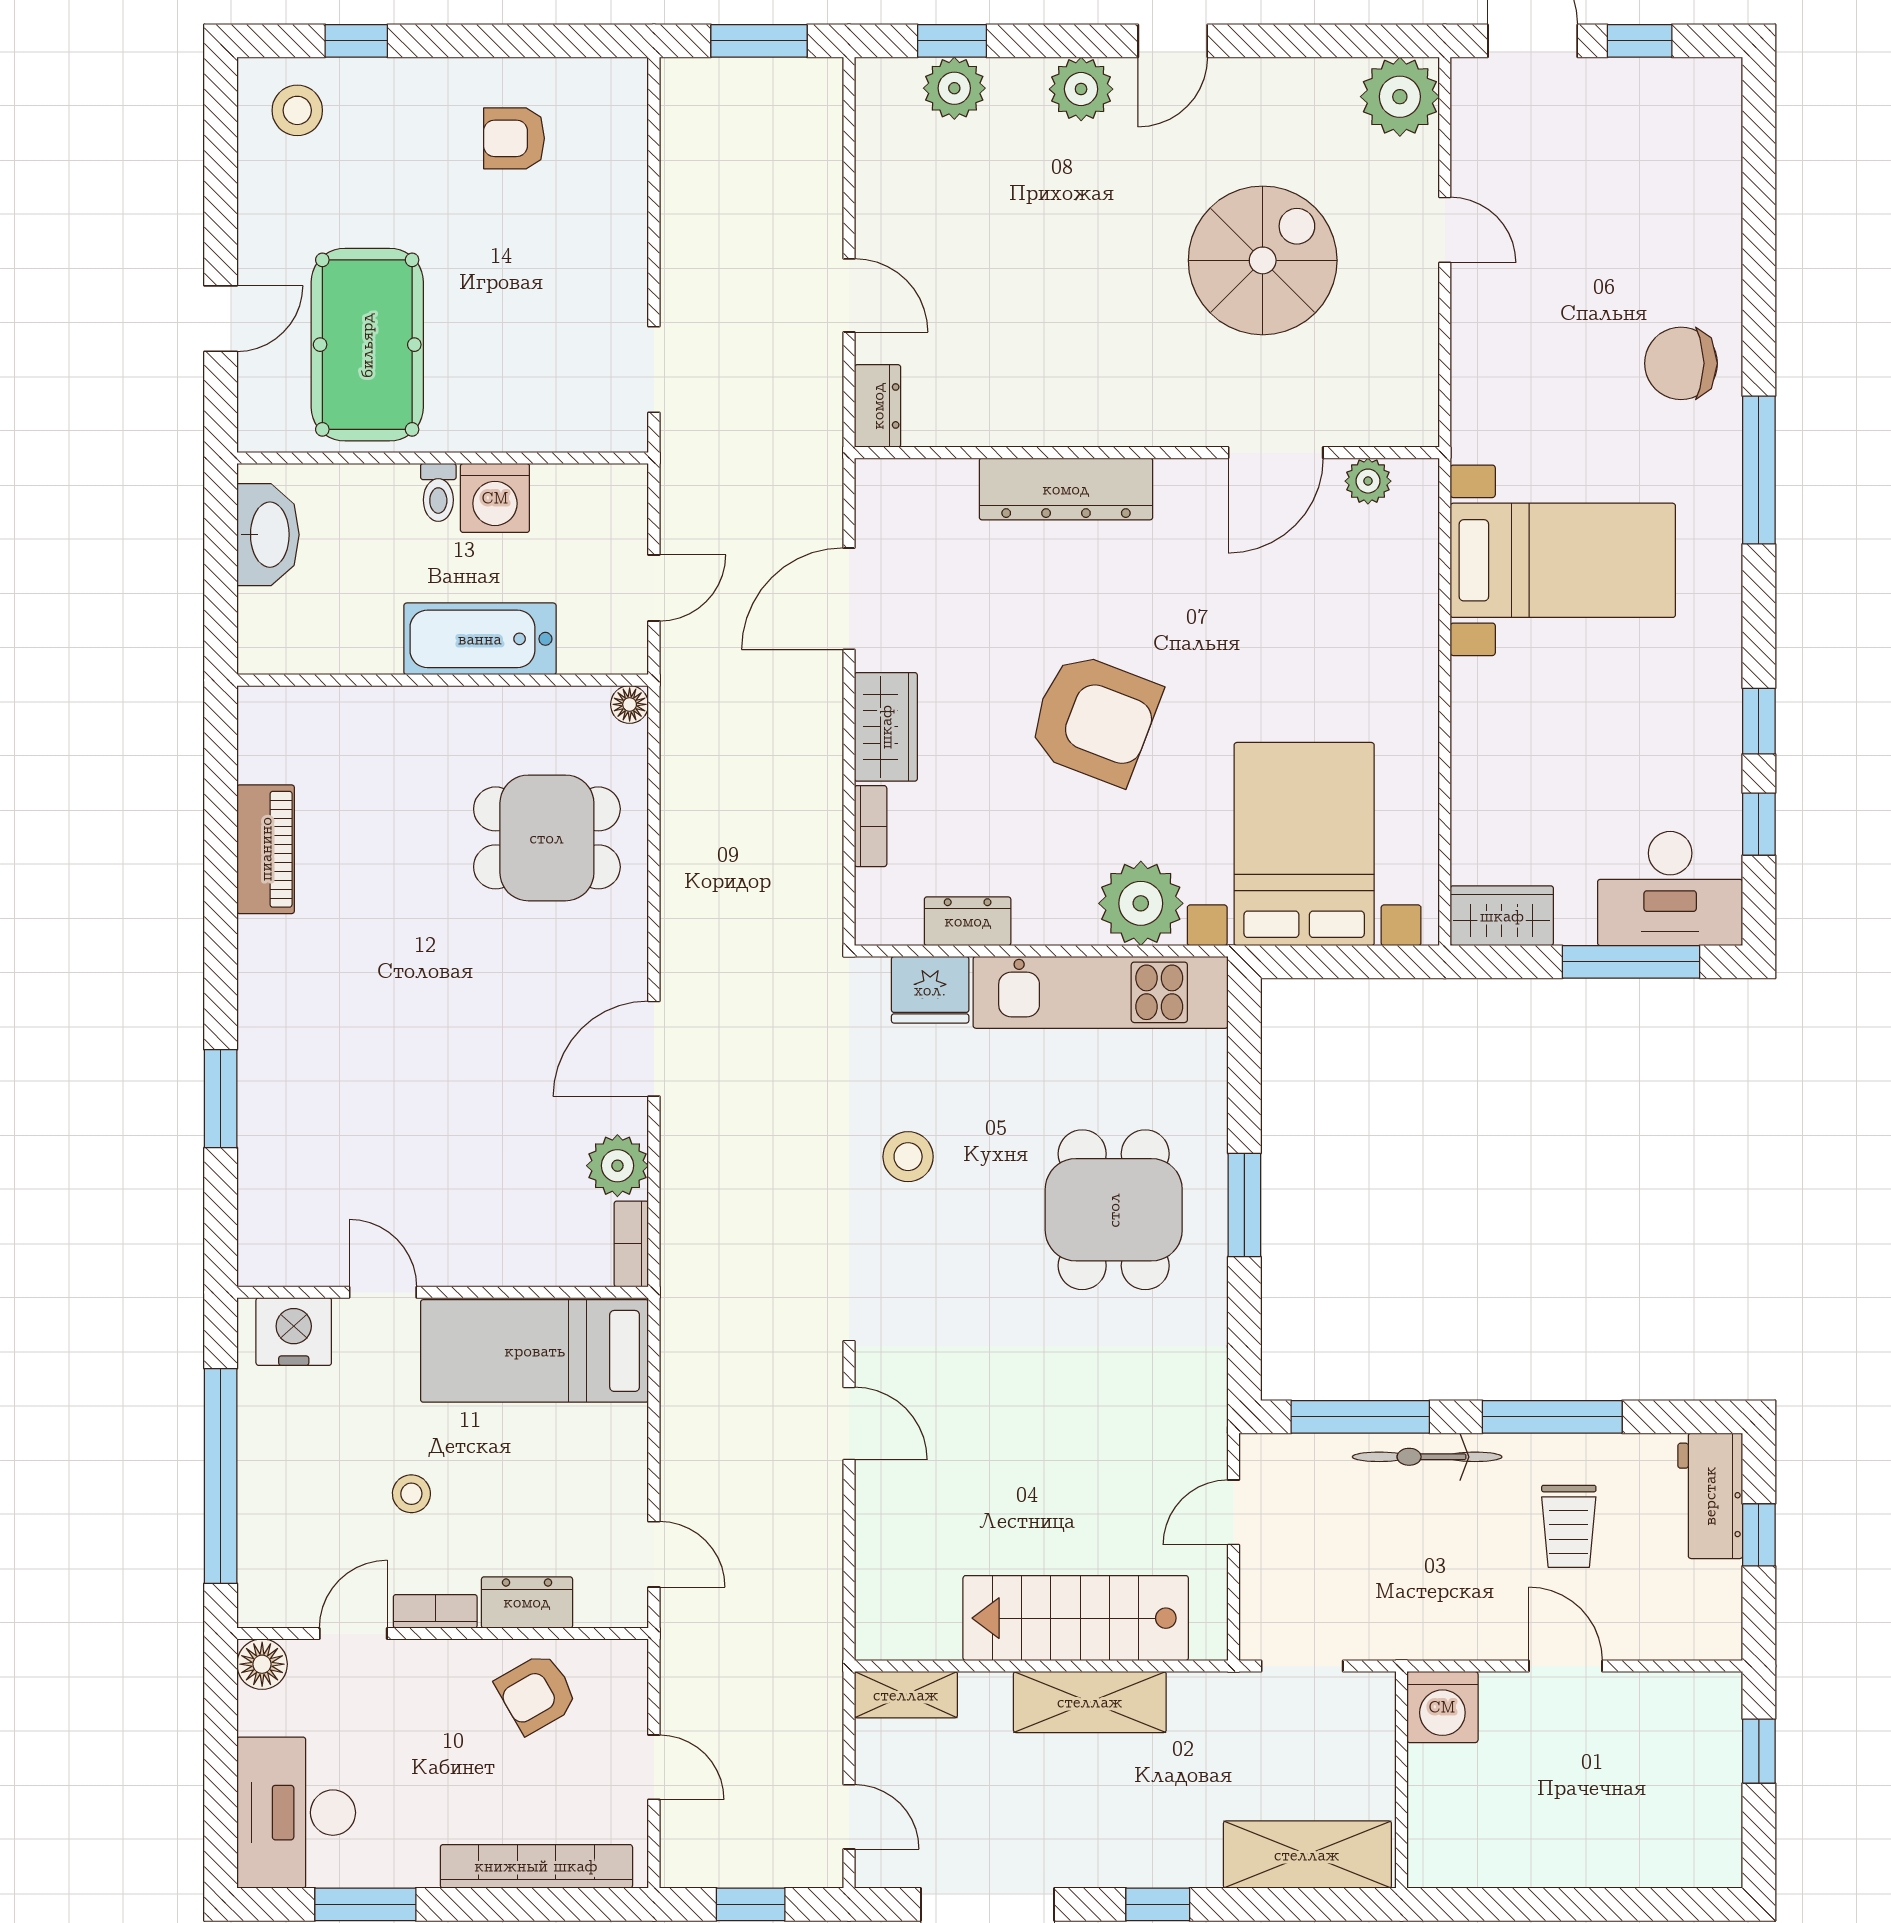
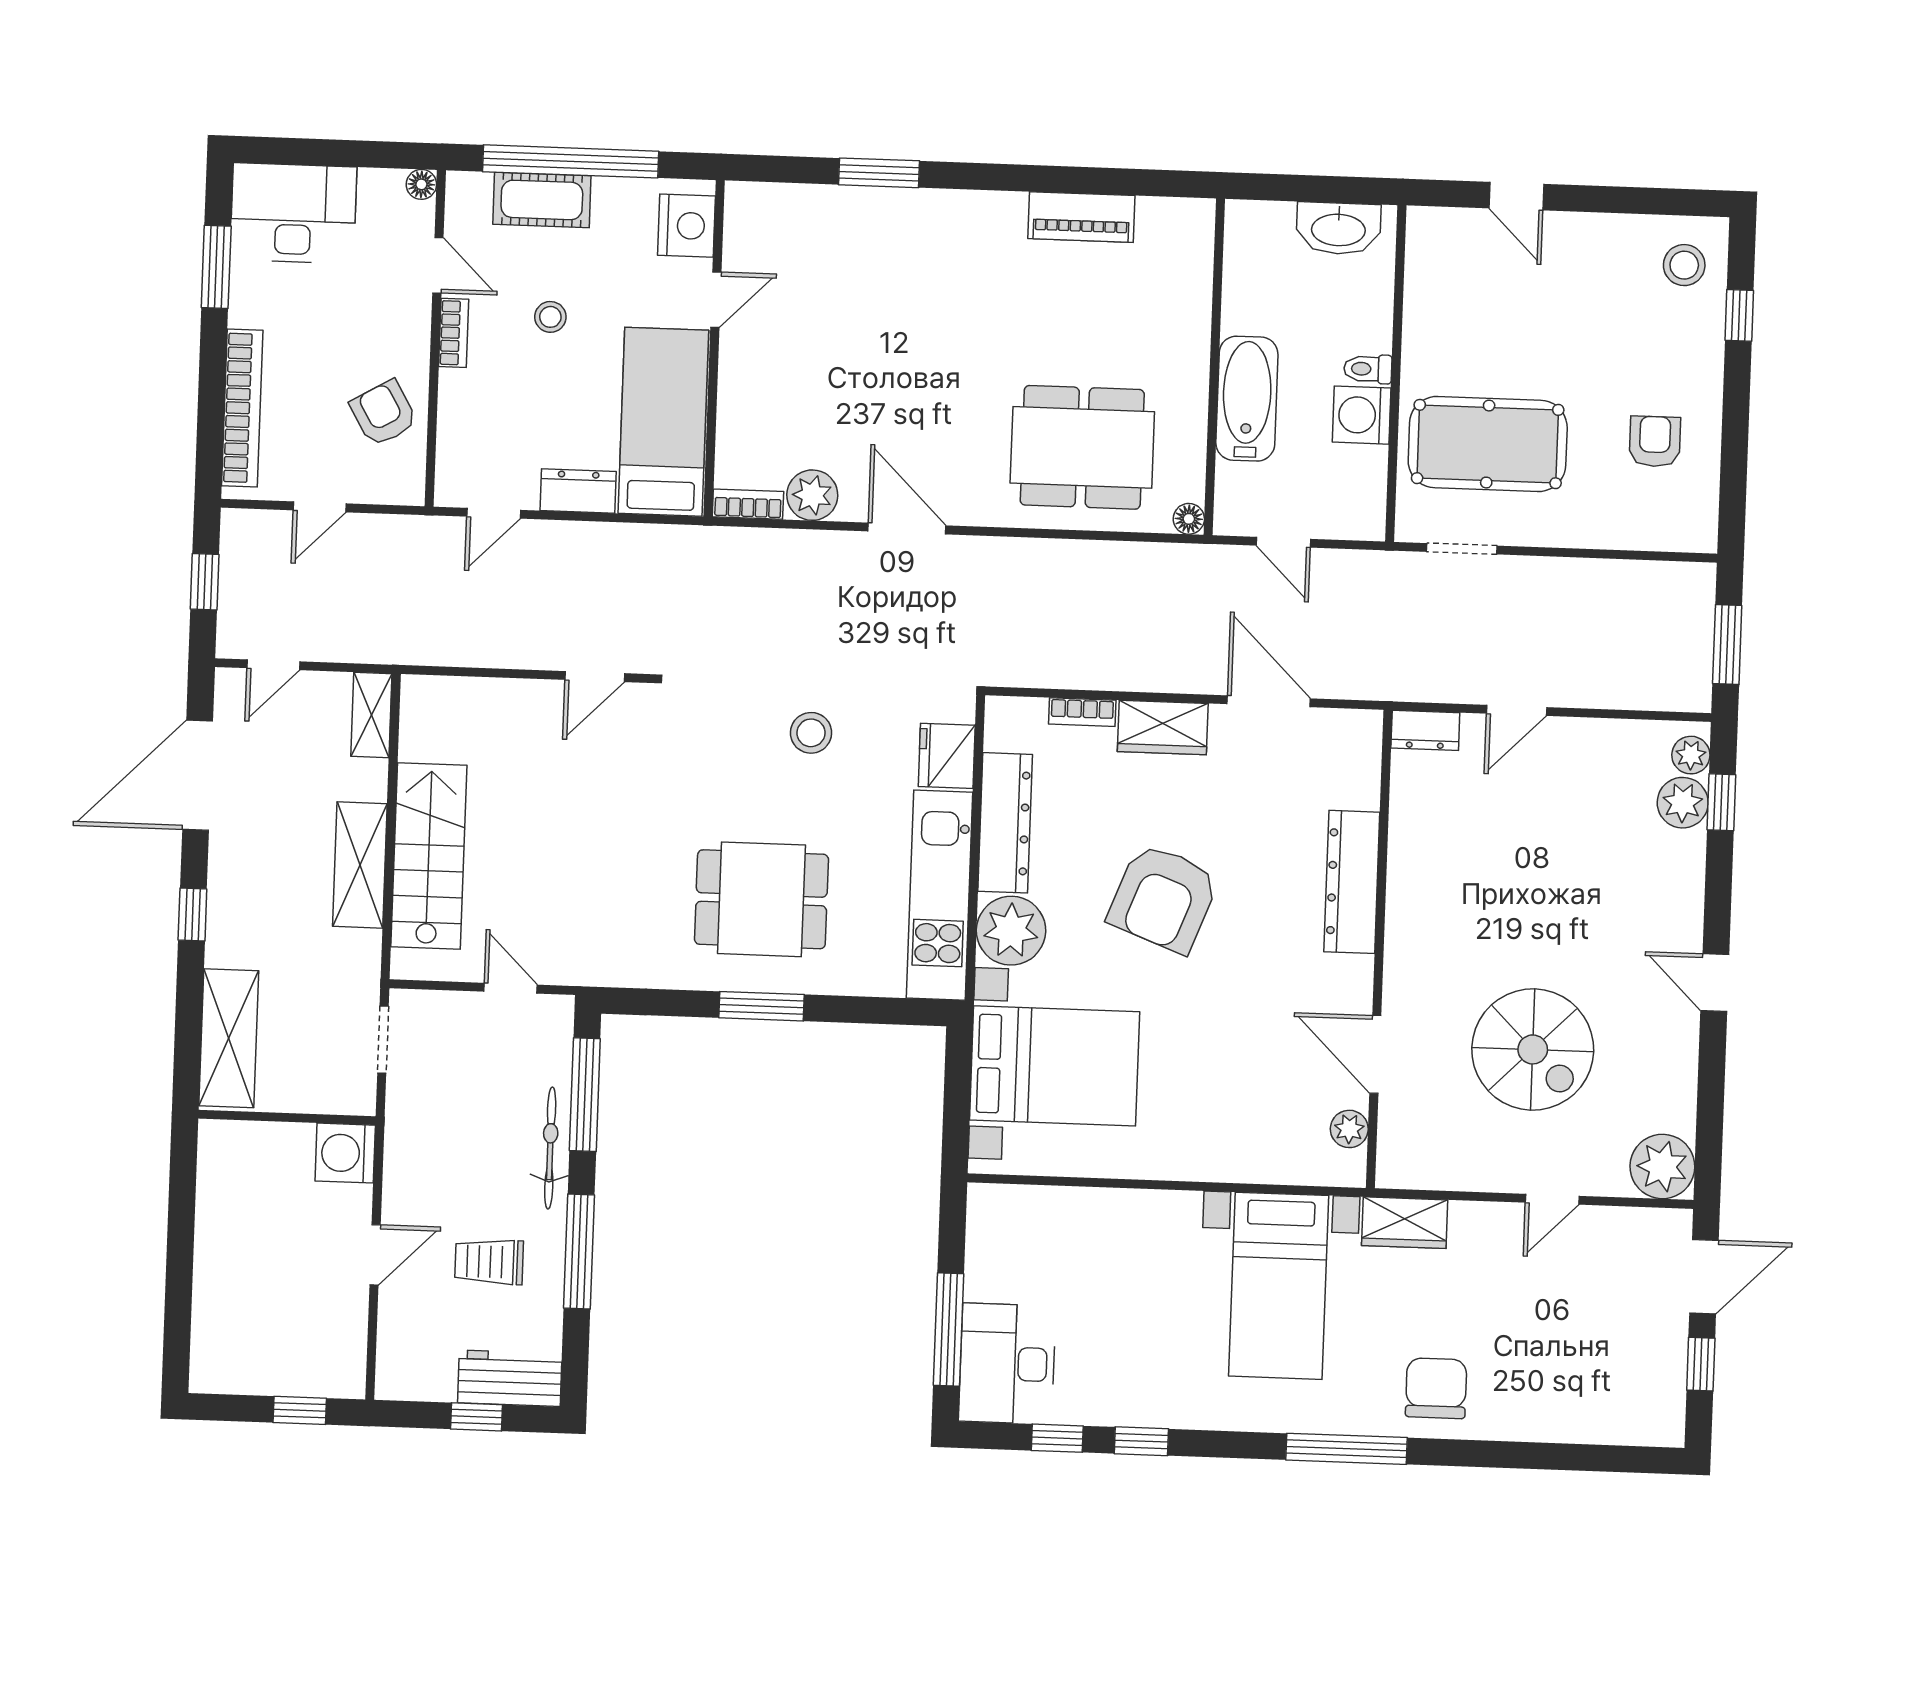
plant: (1081, 89) -> (1691, 755), moved, width x0.73, depth x0.73
pool table: (367, 345) -> (1488, 444), moved
dining table: (547, 838) -> (1082, 447), width x1.38
wardrobe: (1502, 916) -> (1405, 1223), moved, turned 90
dresser: (968, 921) -> (1005, 823), width x1.96, depth x1.24
cot: (269, 1509) -> (542, 200), added
dresser: (527, 1602) -> (578, 491), moved, turned -90
floor lamp: (262, 1664) -> (421, 184), width x0.73, depth x0.73

